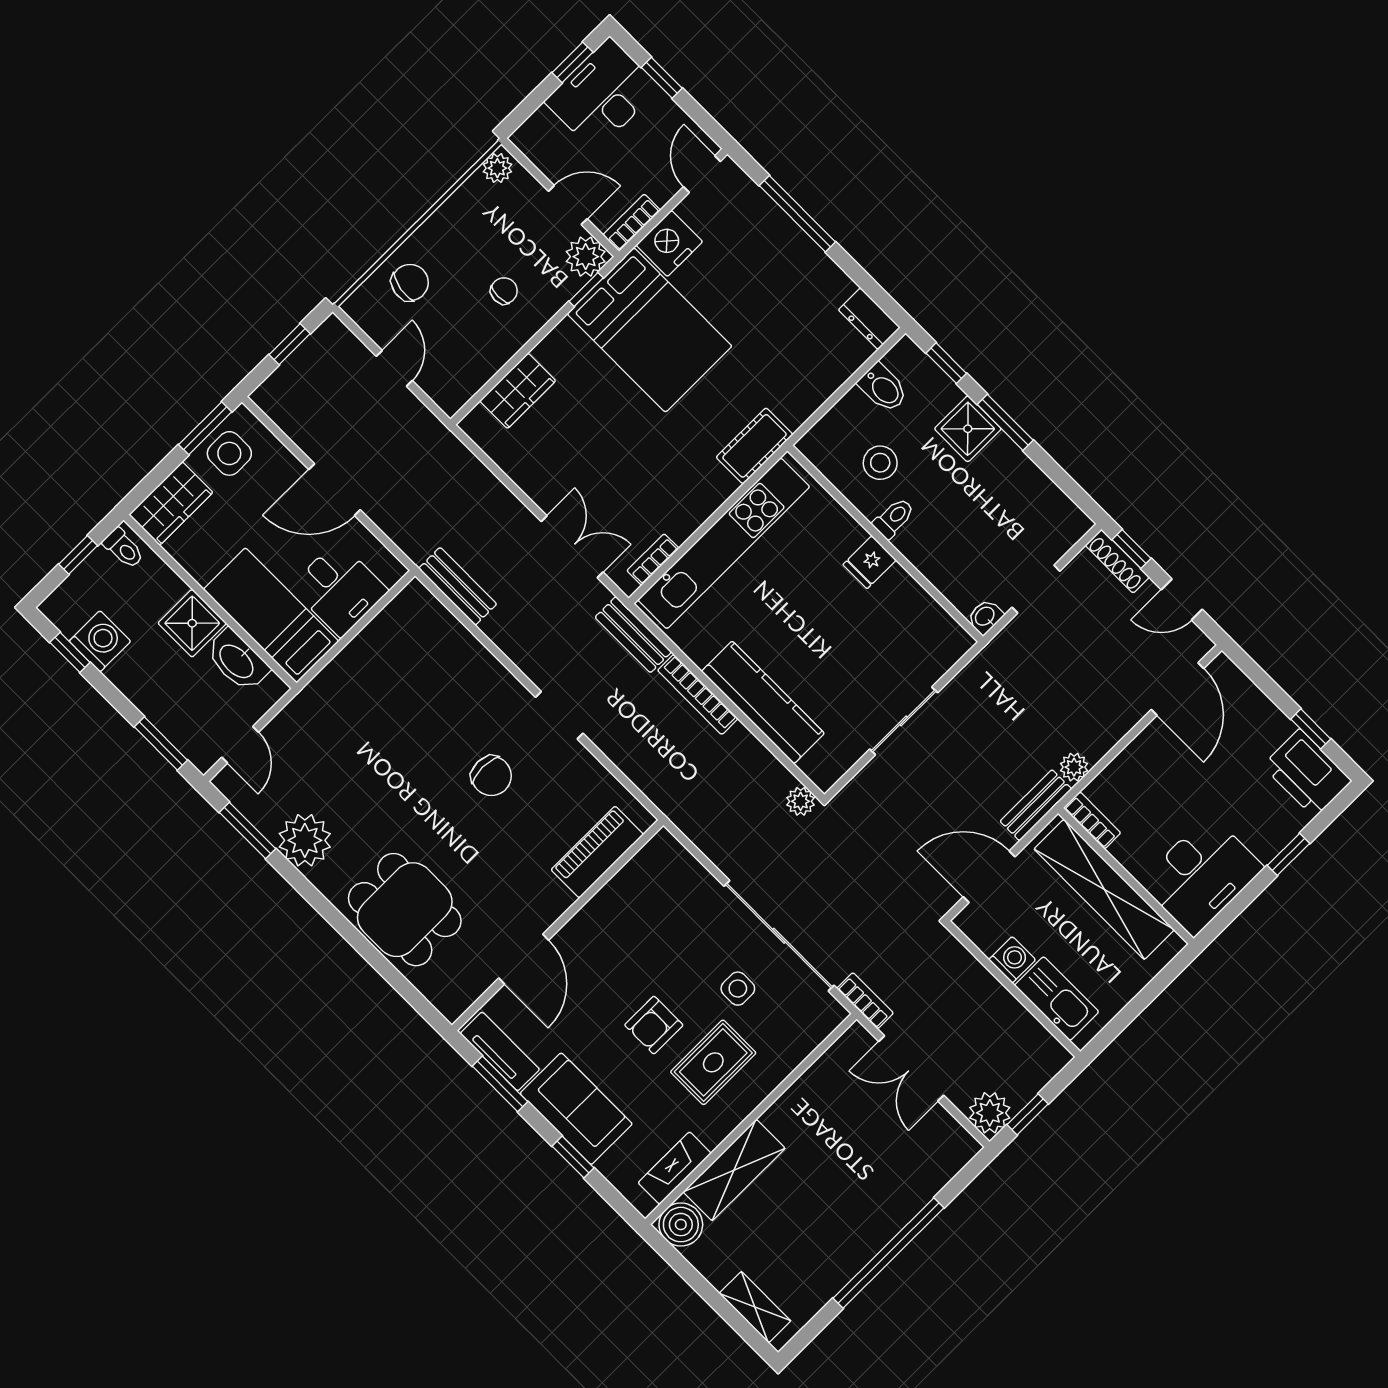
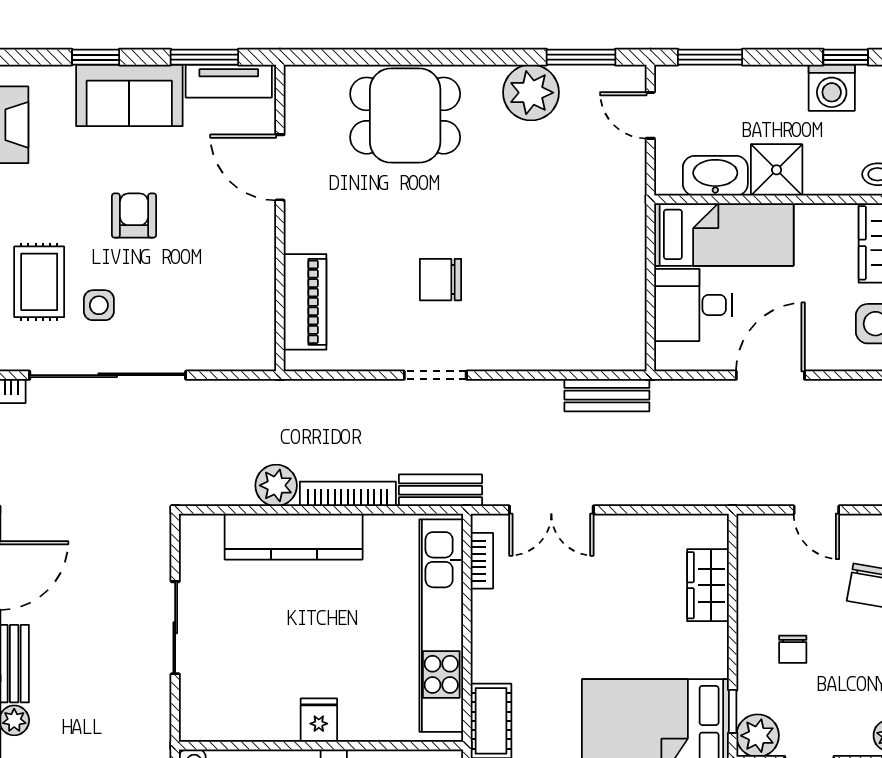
plant: (801, 801) -> (276, 485), moved, width x1.38, depth x1.38
rug: (713, 1062) -> (39, 282), moved

